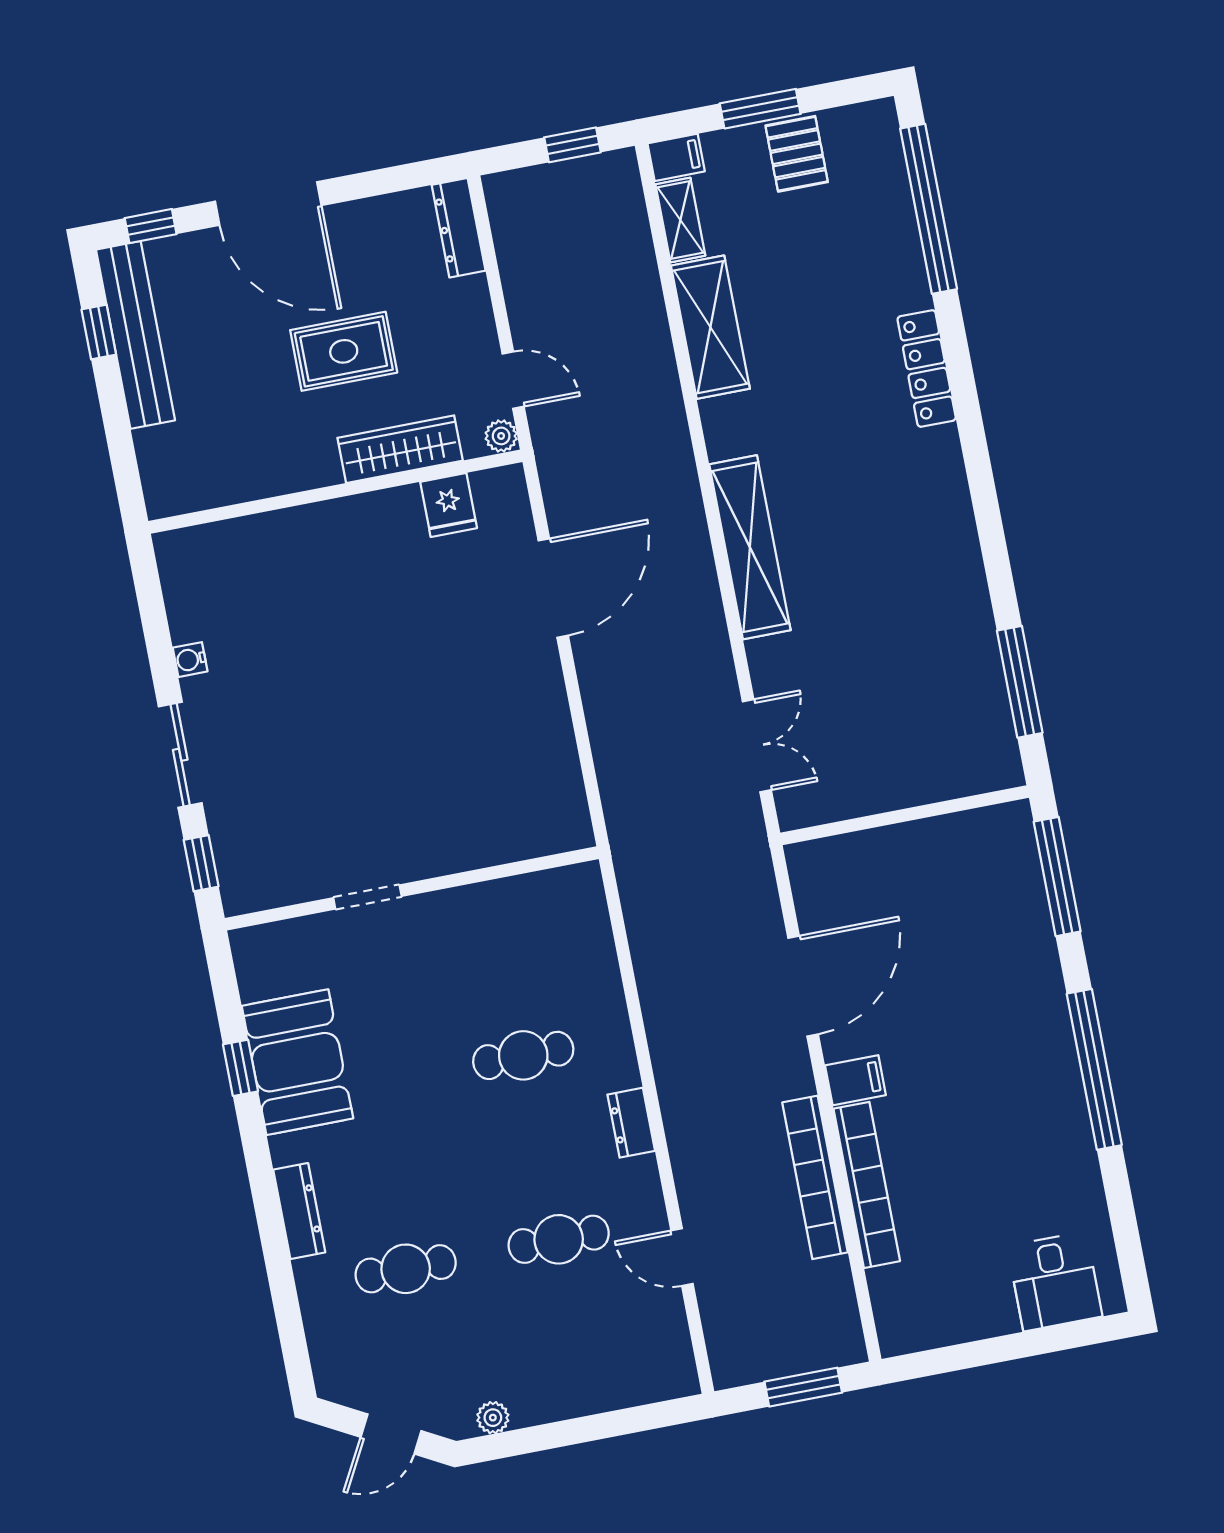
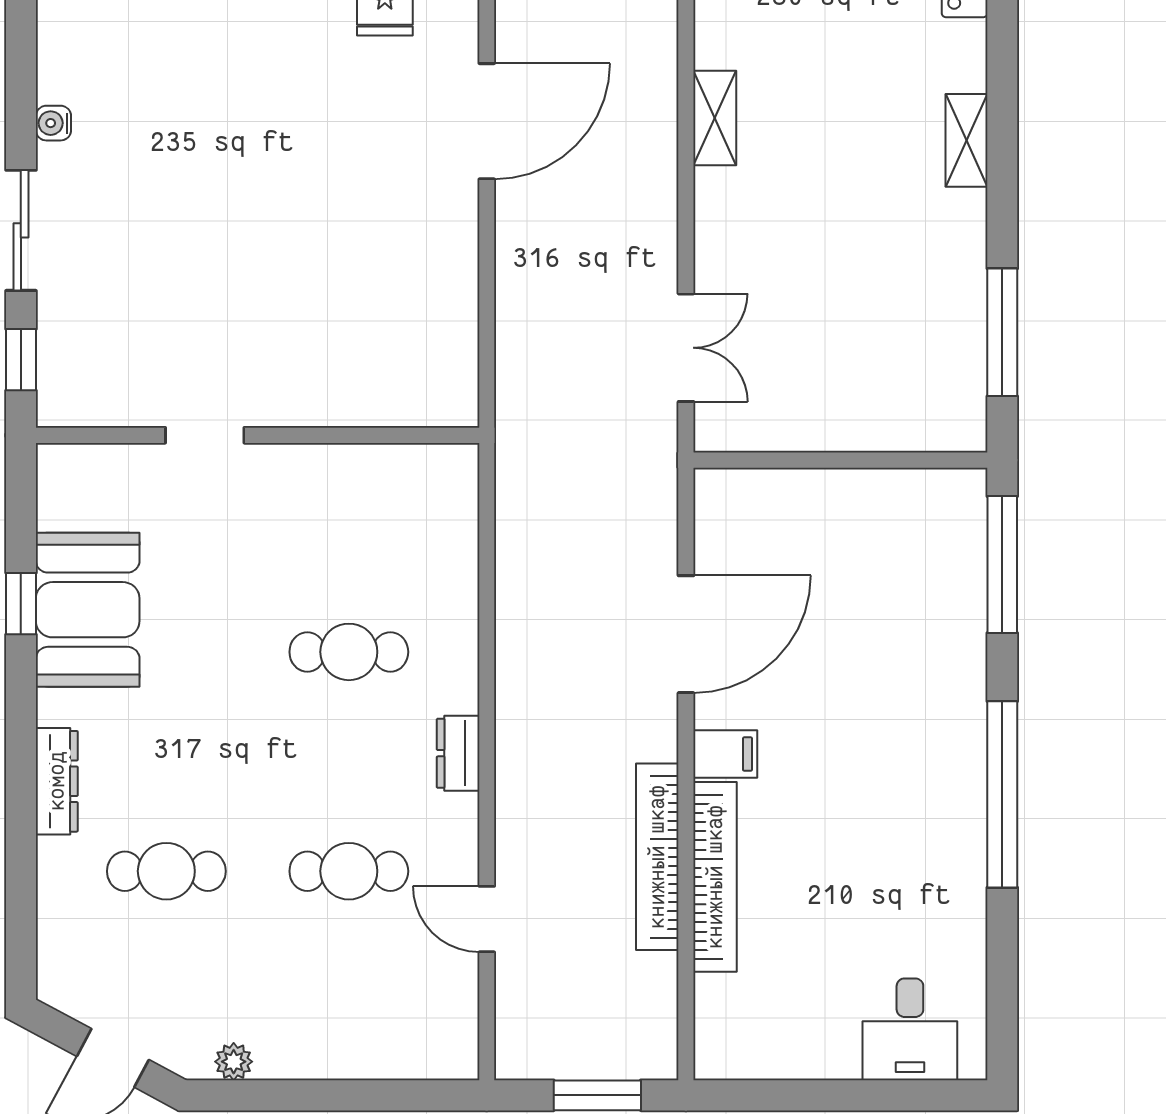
shelving: (959, 527) -> (966, 140), added
shelving: (750, 547) -> (715, 118), width x0.45, depth x0.75

